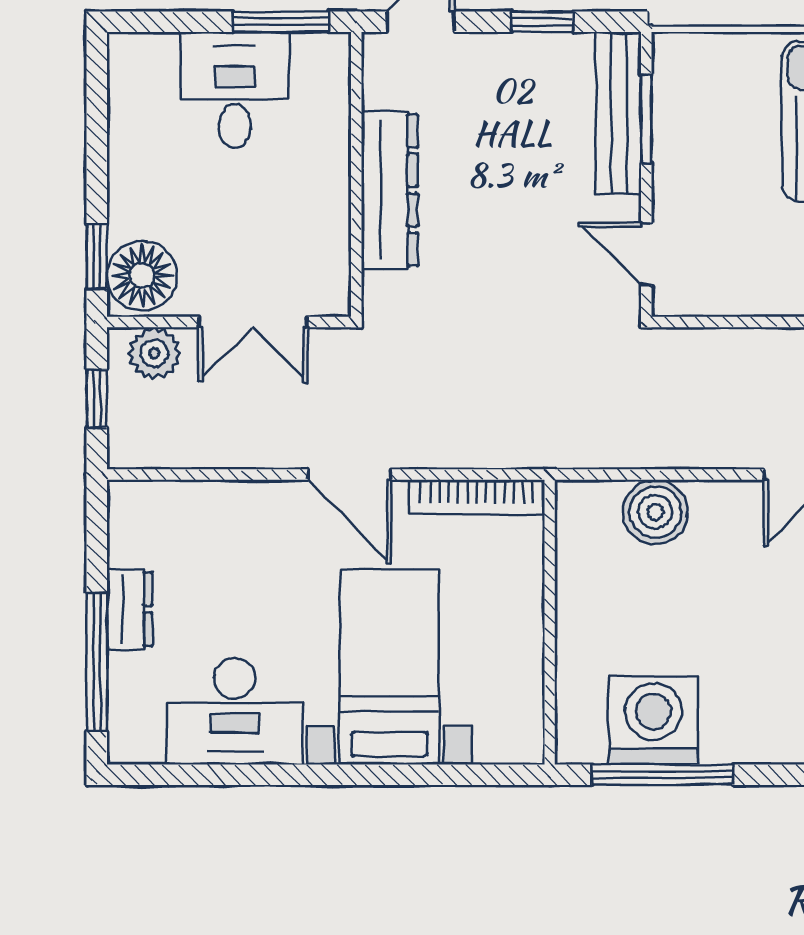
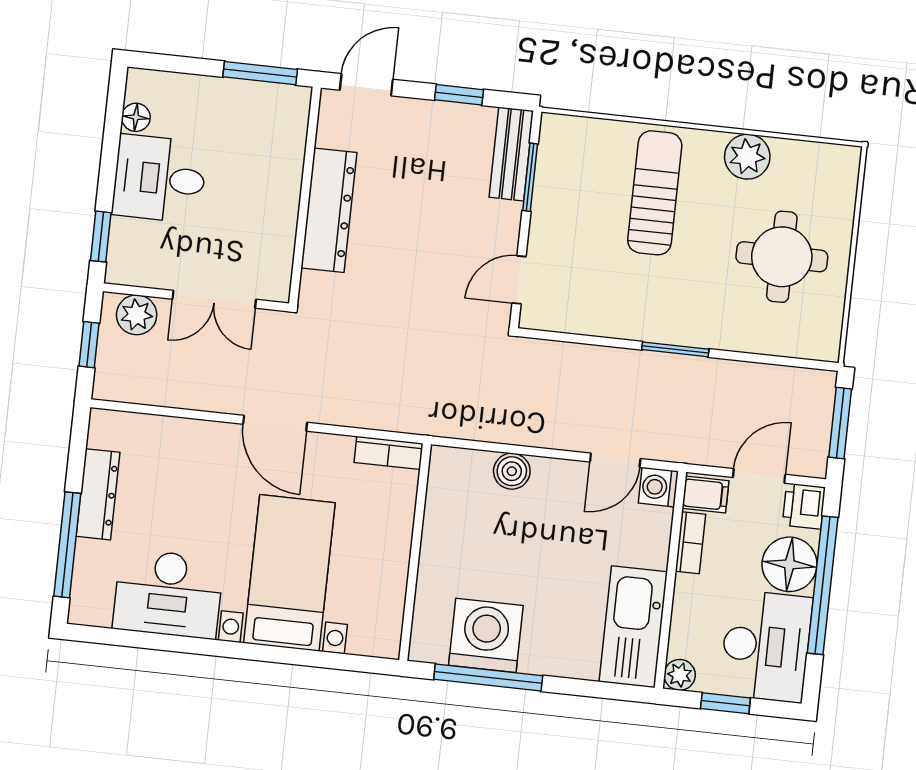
desk: (235, 90) -> (160, 179), moved, turned -90
bench: (619, 113) -> (511, 154), width x0.73
door: (646, 254) -> (519, 280), hinge flipped
floor lamp: (142, 276) -> (136, 117), moved, width x0.53, depth x0.53
bookcase: (477, 497) -> (388, 453), width x0.64
boiler: (655, 512) -> (512, 471), width x0.73, depth x0.73
dresser: (130, 609) -> (98, 494), width x1.44

